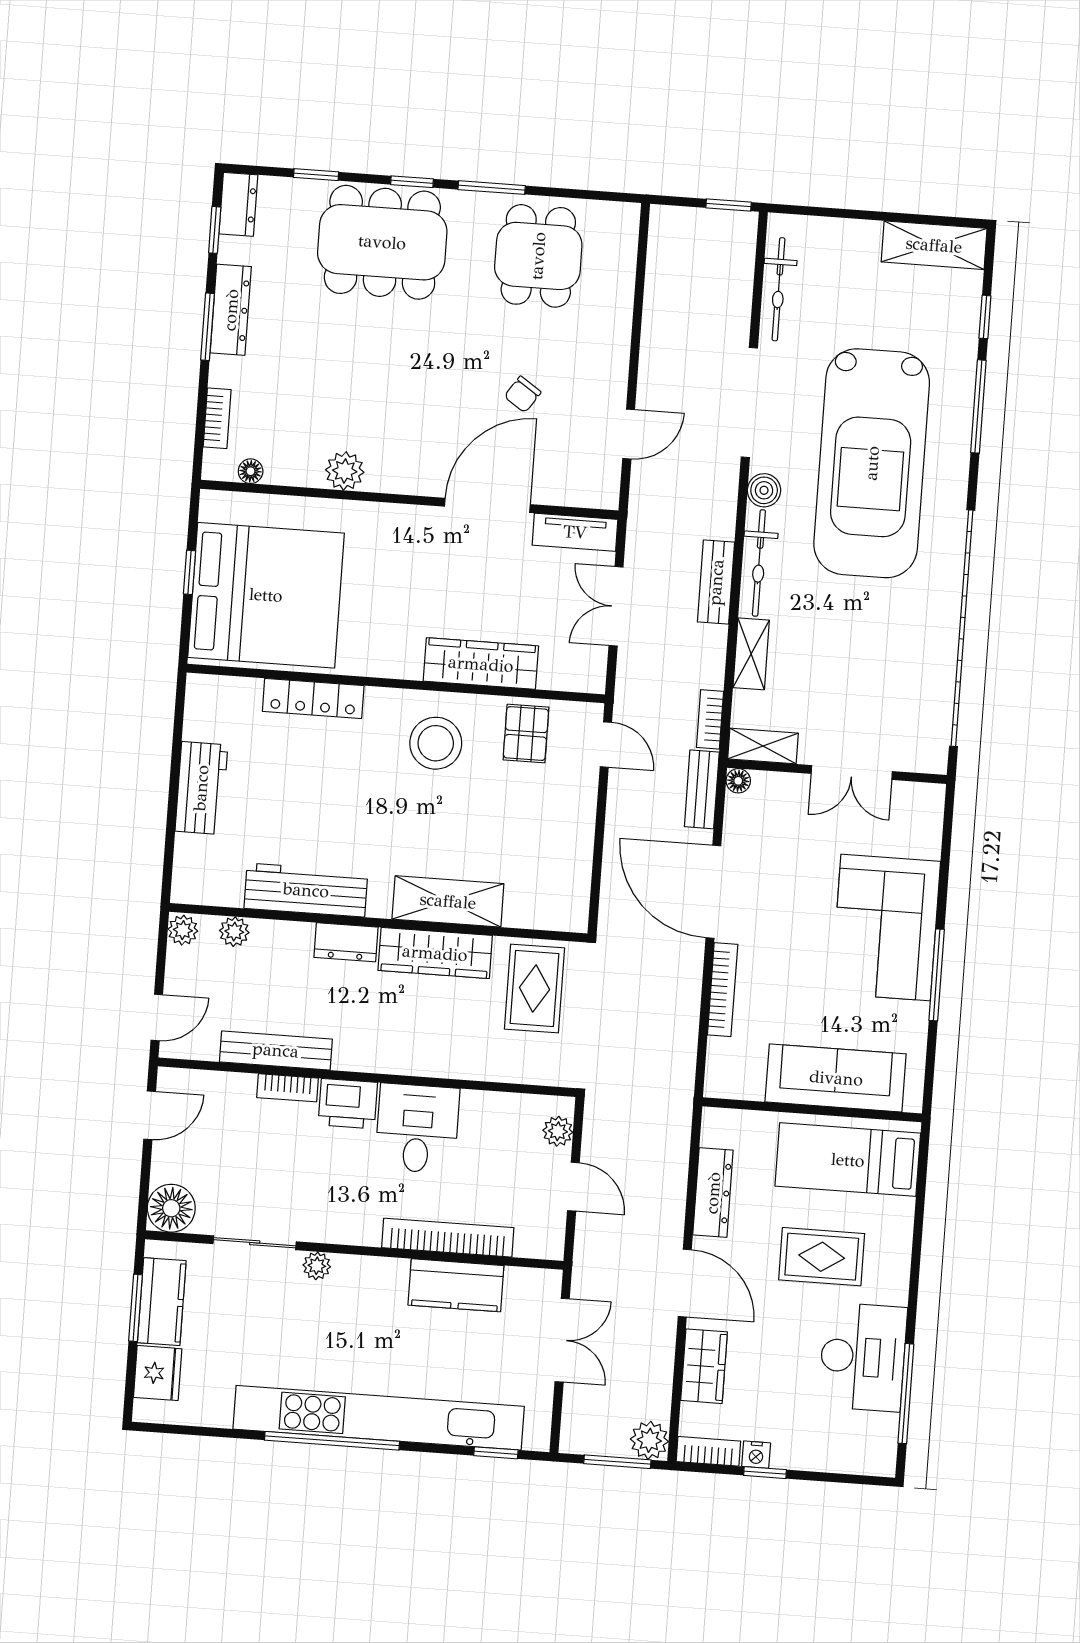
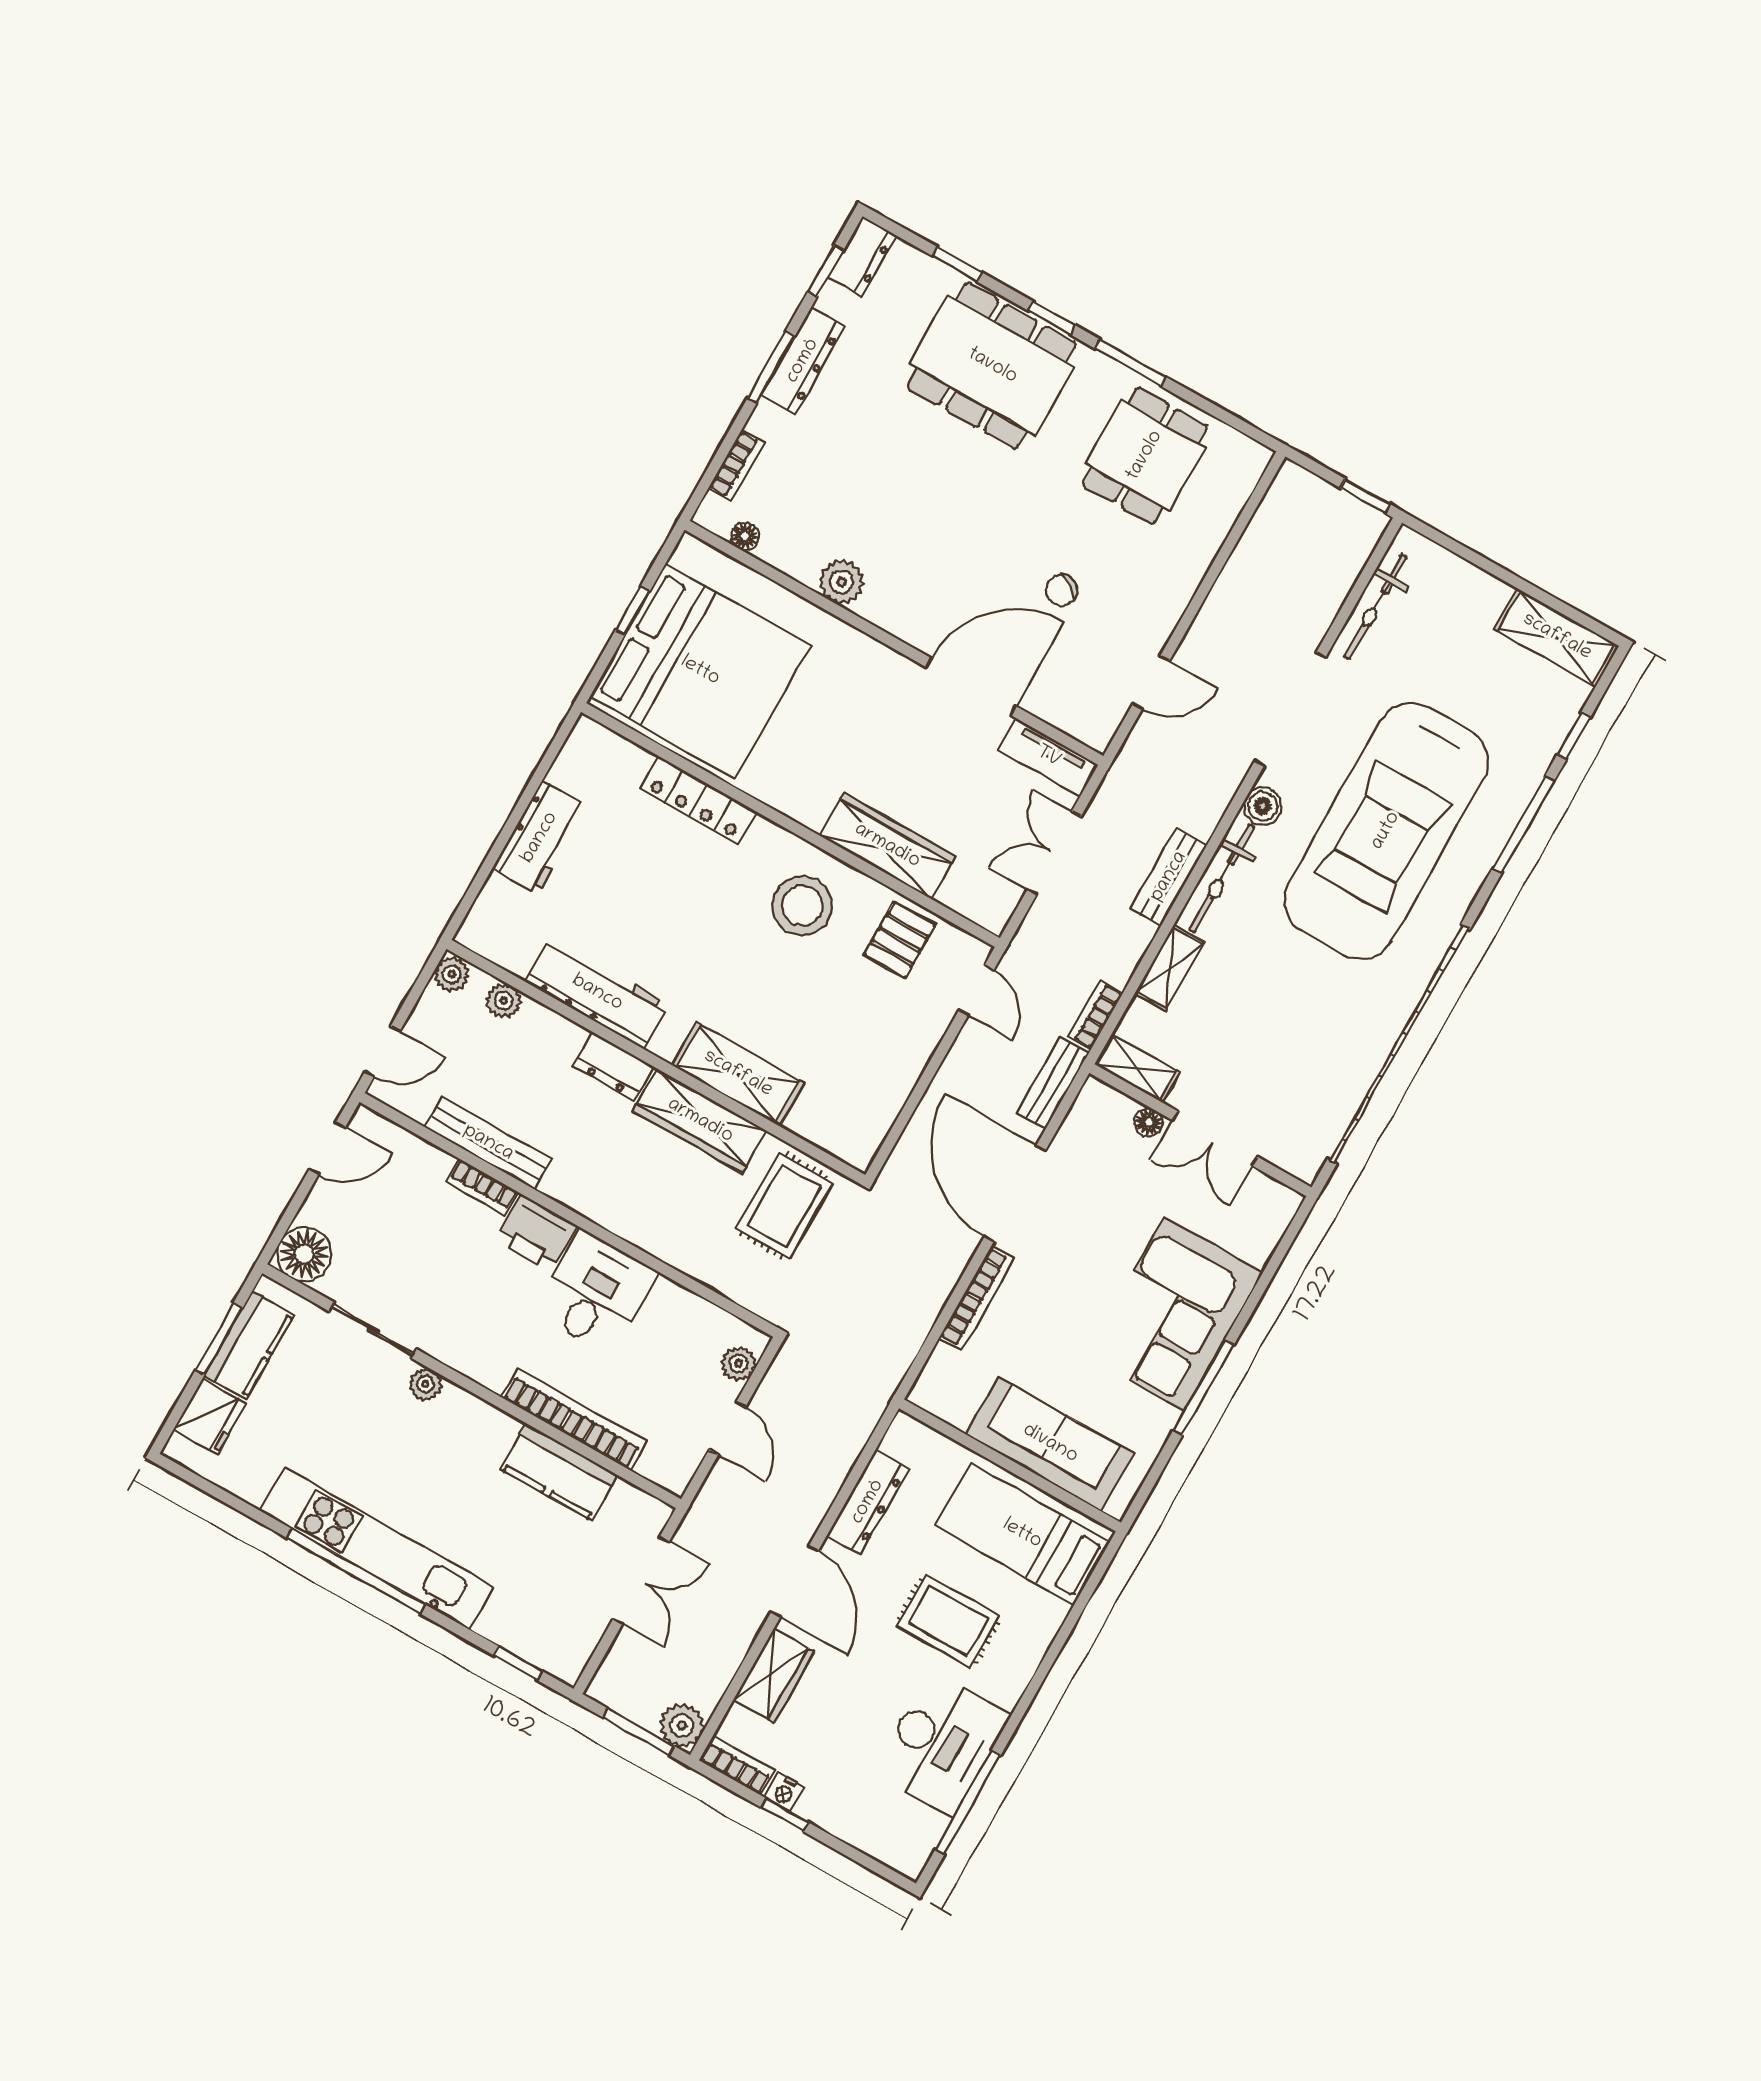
floor lamp: (738, 781) -> (1148, 1122), moved
kitchen unit: (379, 1418) -> (377, 1549), width x0.73

